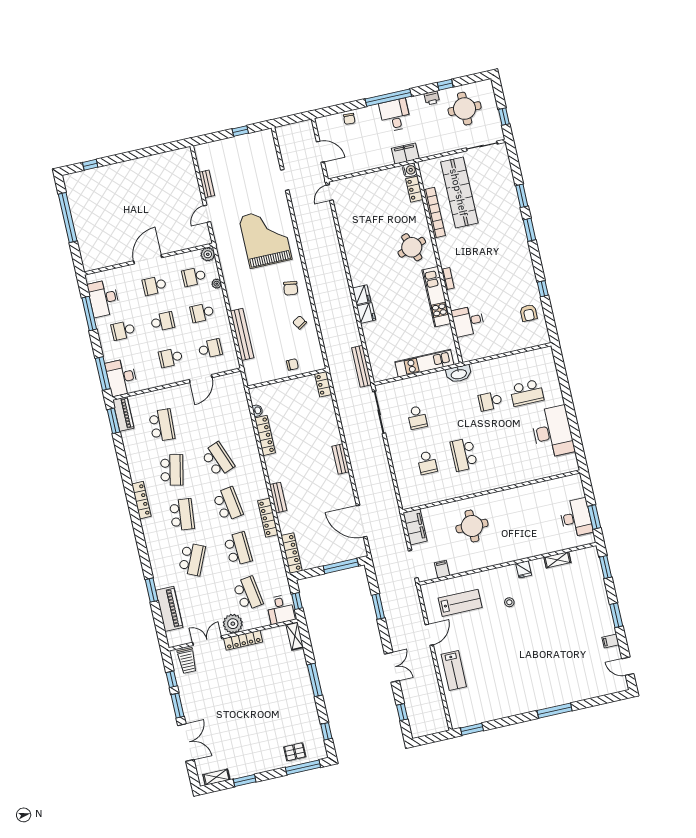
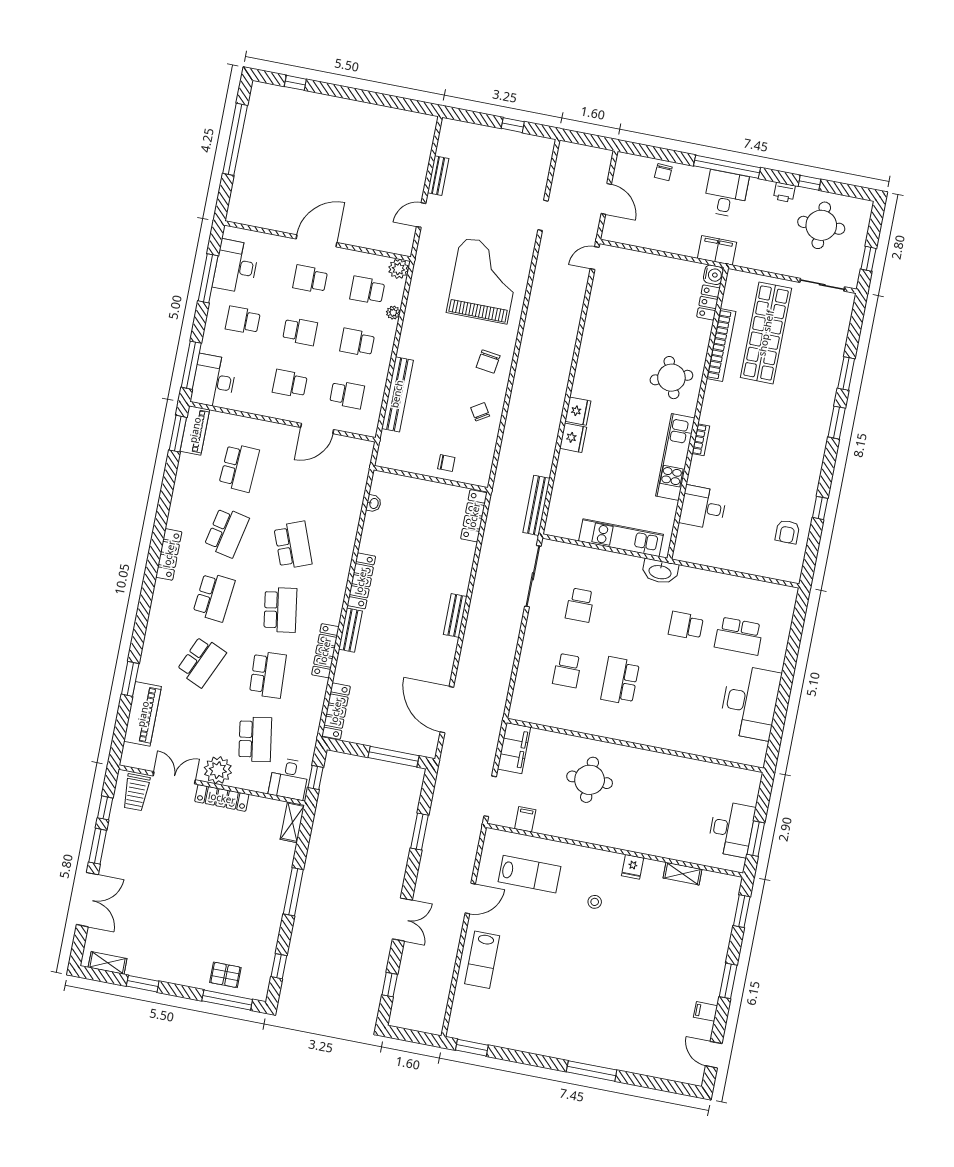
locker: (323, 384) -> (474, 516), width x1.53
locker: (265, 435) -> (361, 581), moved

